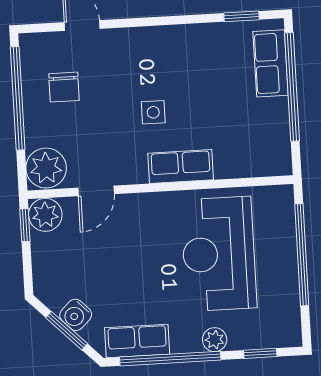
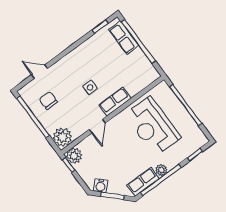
chair: (64, 87) -> (48, 101), turned 180
door: (96, 191) -> (97, 126), moved
water cooler: (76, 315) -> (101, 186), moved
plant: (215, 340) -> (161, 170), moved

